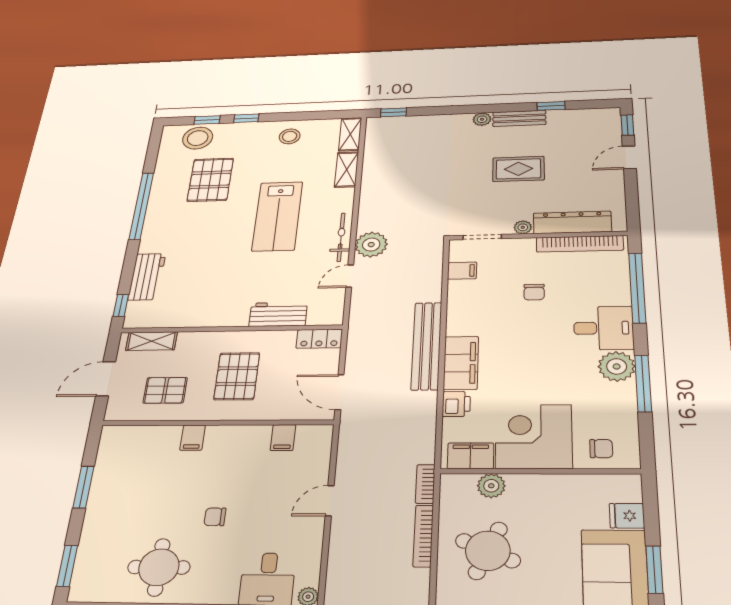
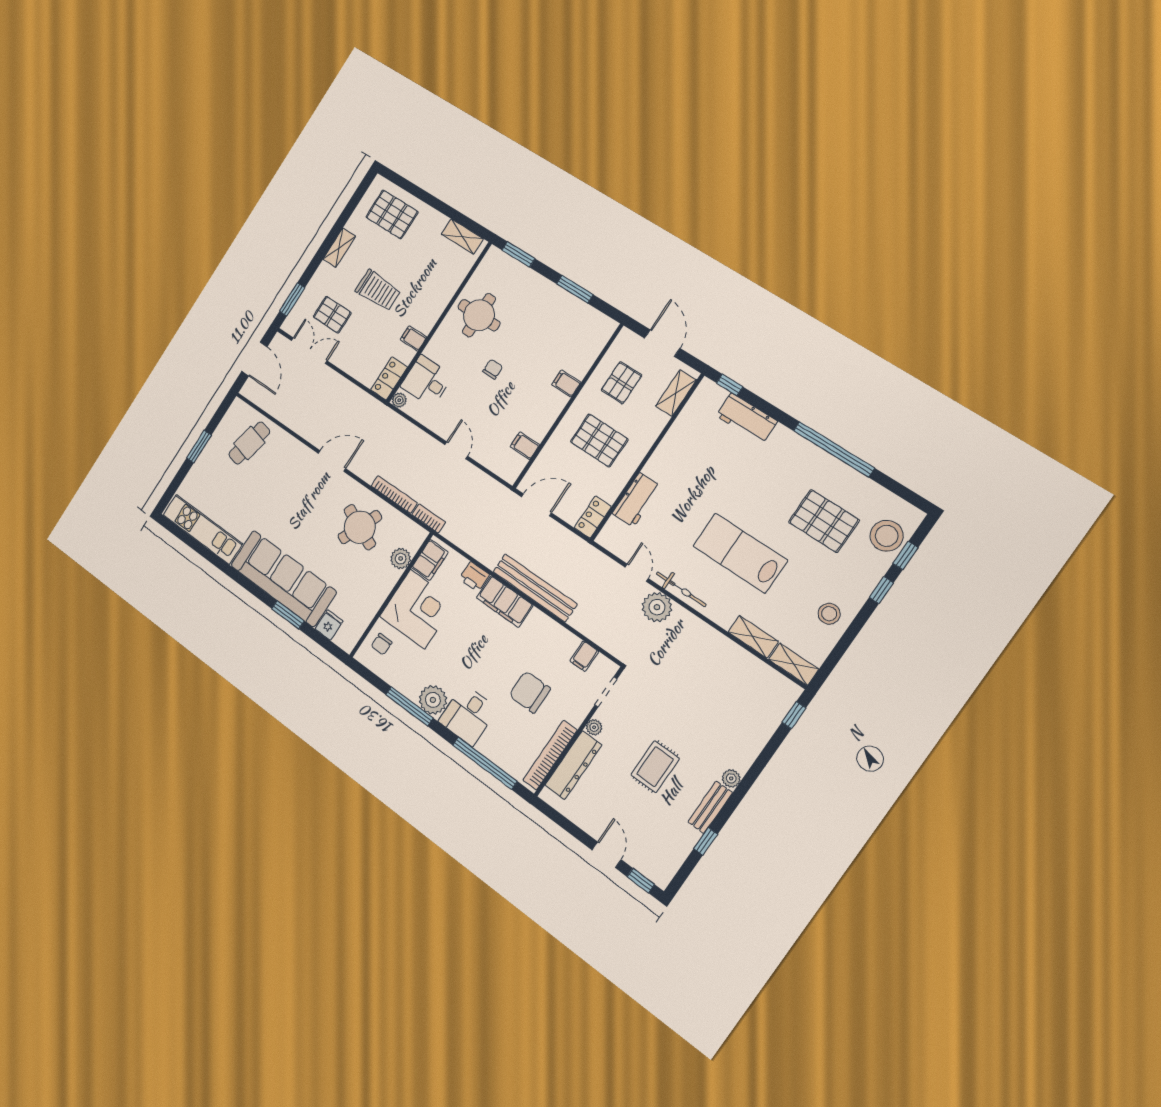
chair: (534, 292) -> (530, 692), width x1.87, depth x1.87

